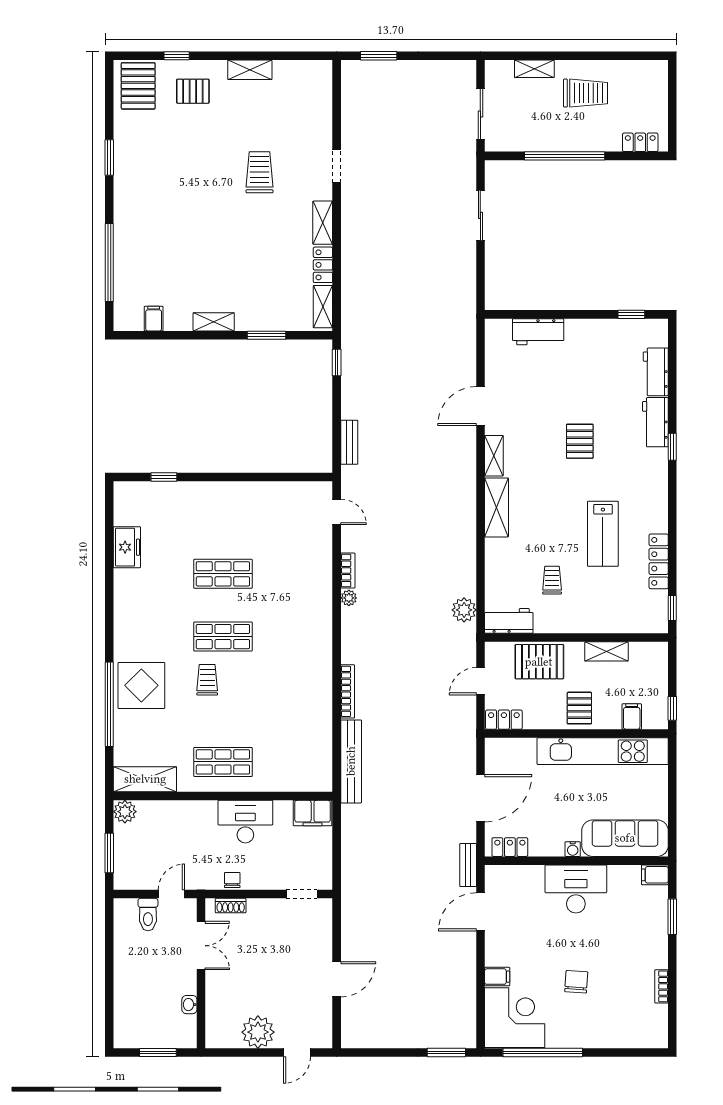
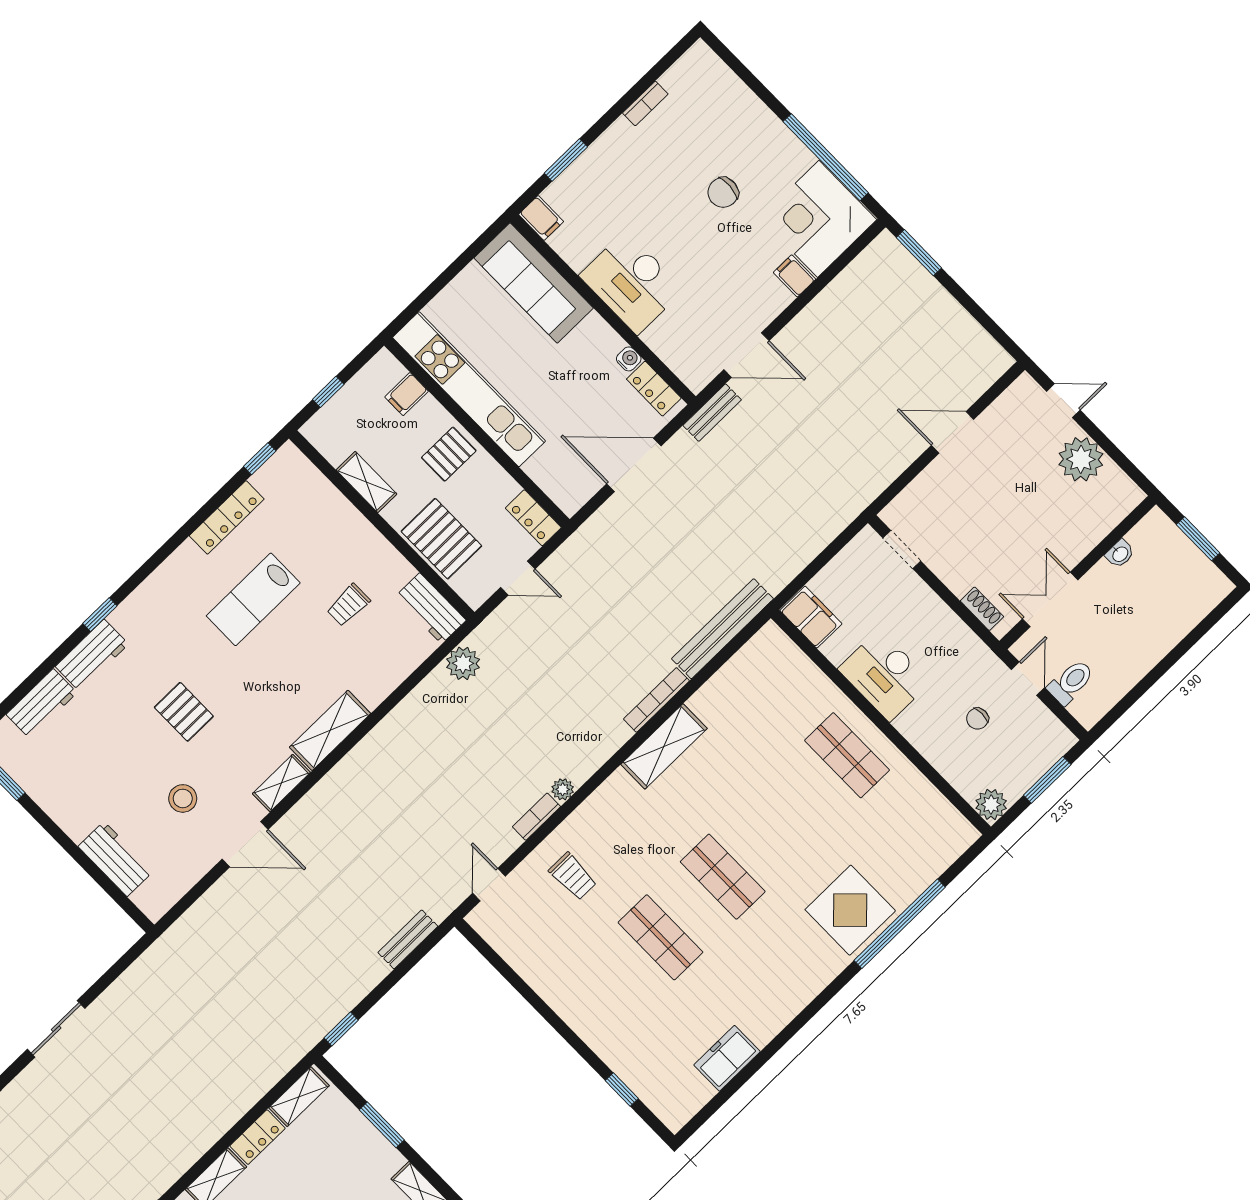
stool: (536, 397) -> (183, 798), added
pallet: (580, 441) -> (184, 712), turned 90
lab bench: (603, 534) -> (253, 599), turned 180
trolley: (207, 680) -> (573, 876), moved, turned -90
window: (672, 708) -> (328, 392), moved
shelving: (145, 779) -> (664, 746), moved, turned 90
water cooler: (573, 849) -> (629, 359), moved
chair: (232, 880) -> (977, 719), moved
door: (171, 894) -> (1028, 679), swing flipped

